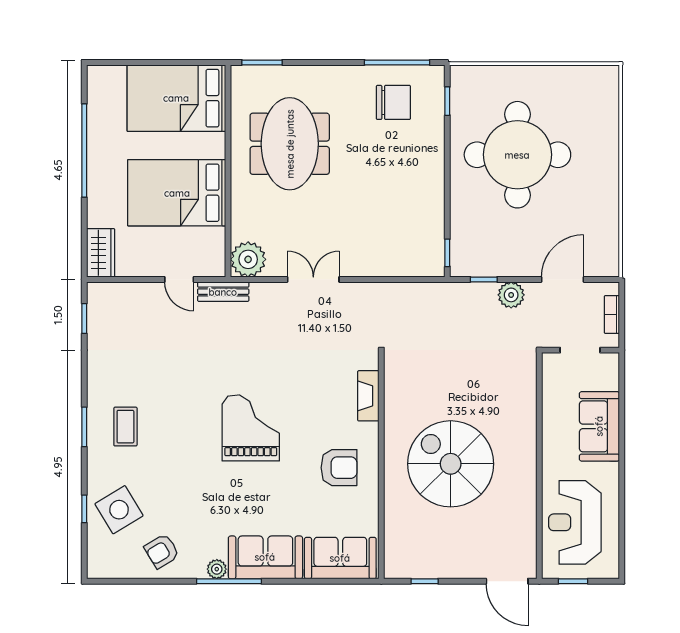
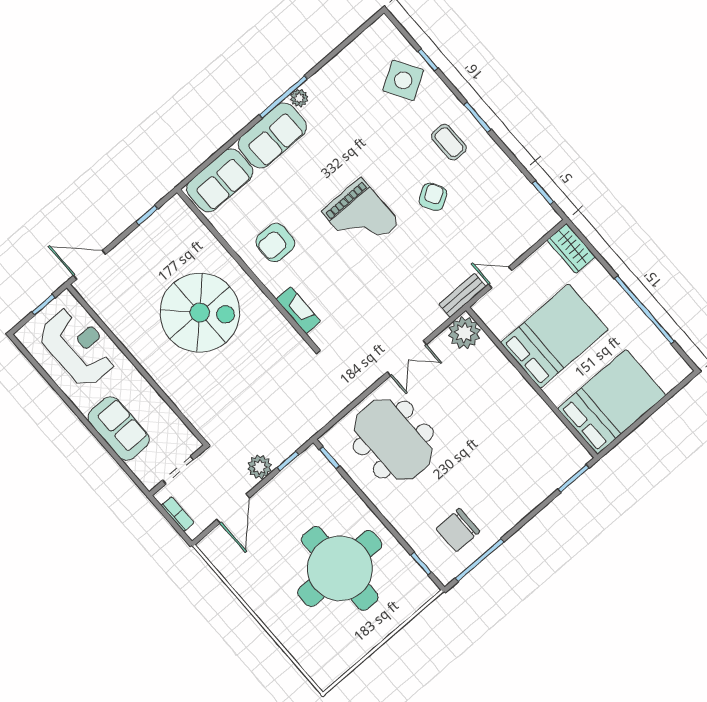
meeting table: (290, 144) -> (393, 440), moved
armchair: (162, 551) -> (433, 197), moved

